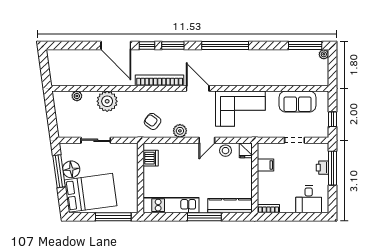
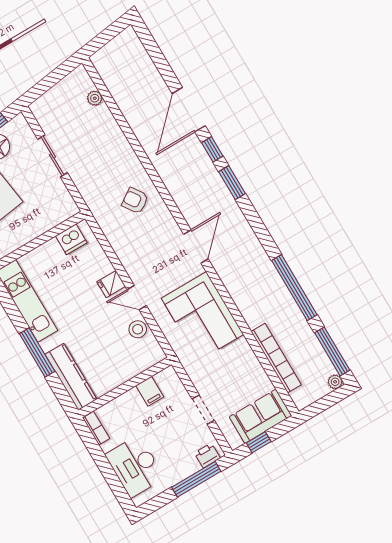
window: (225, 46) -> (294, 288), moved
bookcase: (160, 80) -> (276, 358), moved
plant: (107, 101) -> (111, 141), removed
sofa: (298, 102) -> (260, 416), moved, turned 90
armchair: (153, 121) -> (135, 201), moved, turned -70
plant: (180, 131) -> (128, 256), removed
fridge: (246, 150) -> (111, 284), moved
printer: (323, 168) -> (207, 456), moved
desk: (309, 199) -> (135, 466), width x1.37

